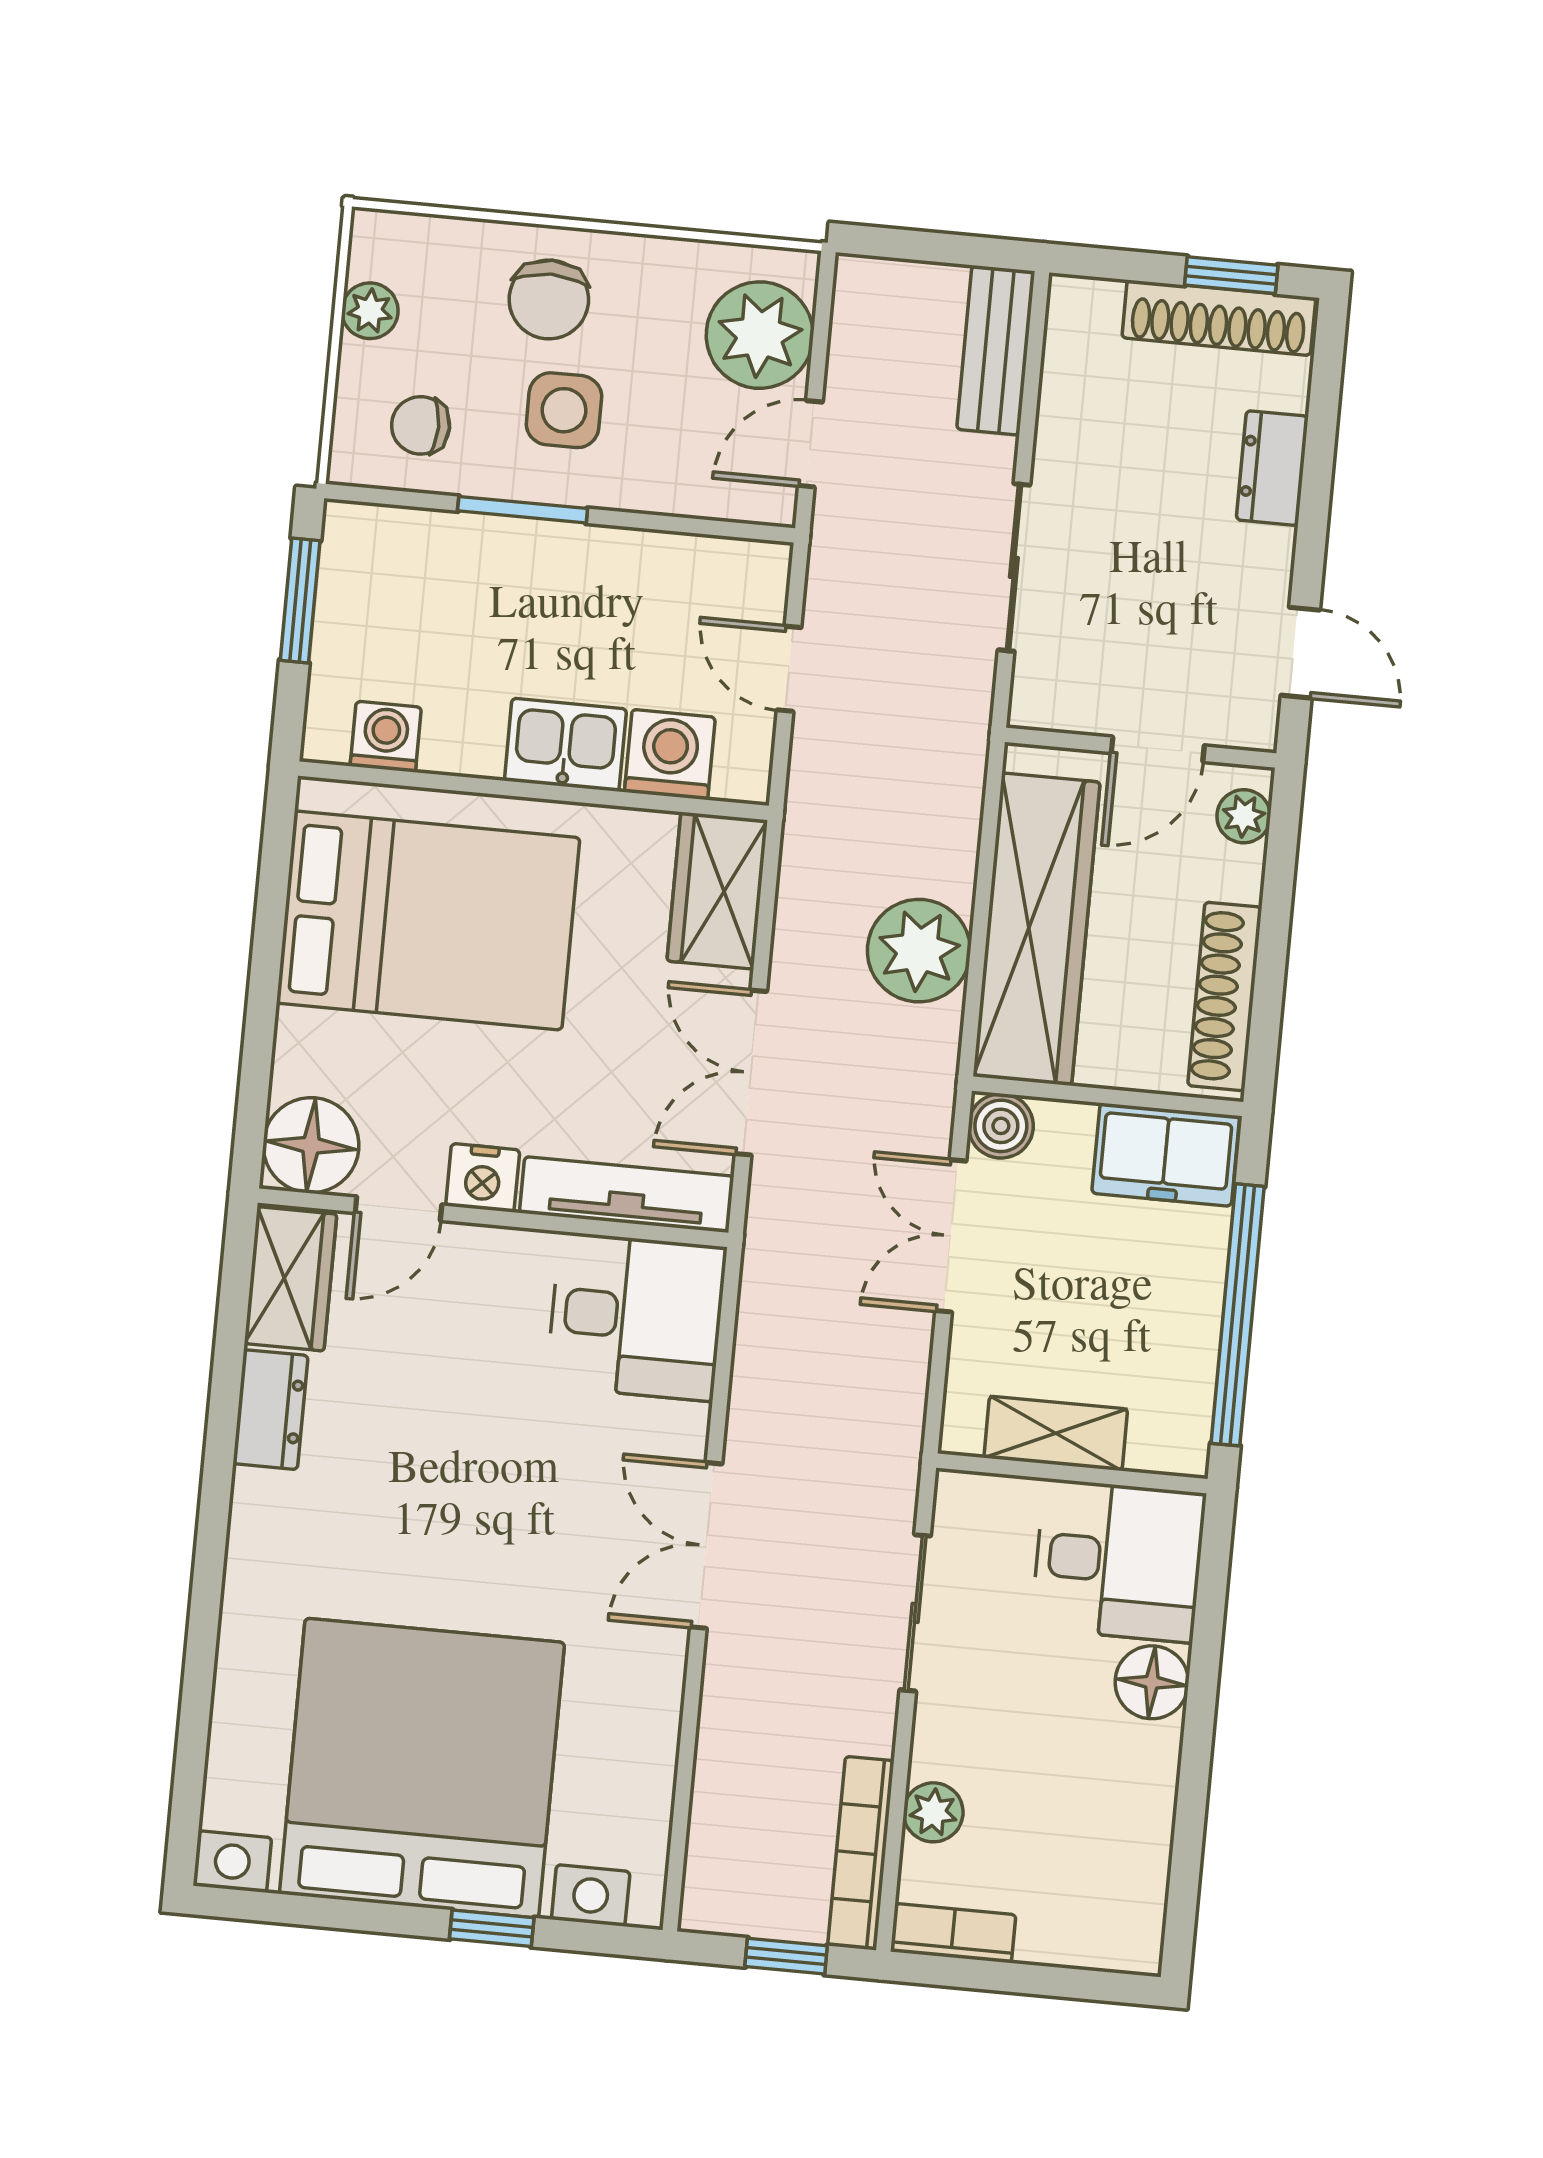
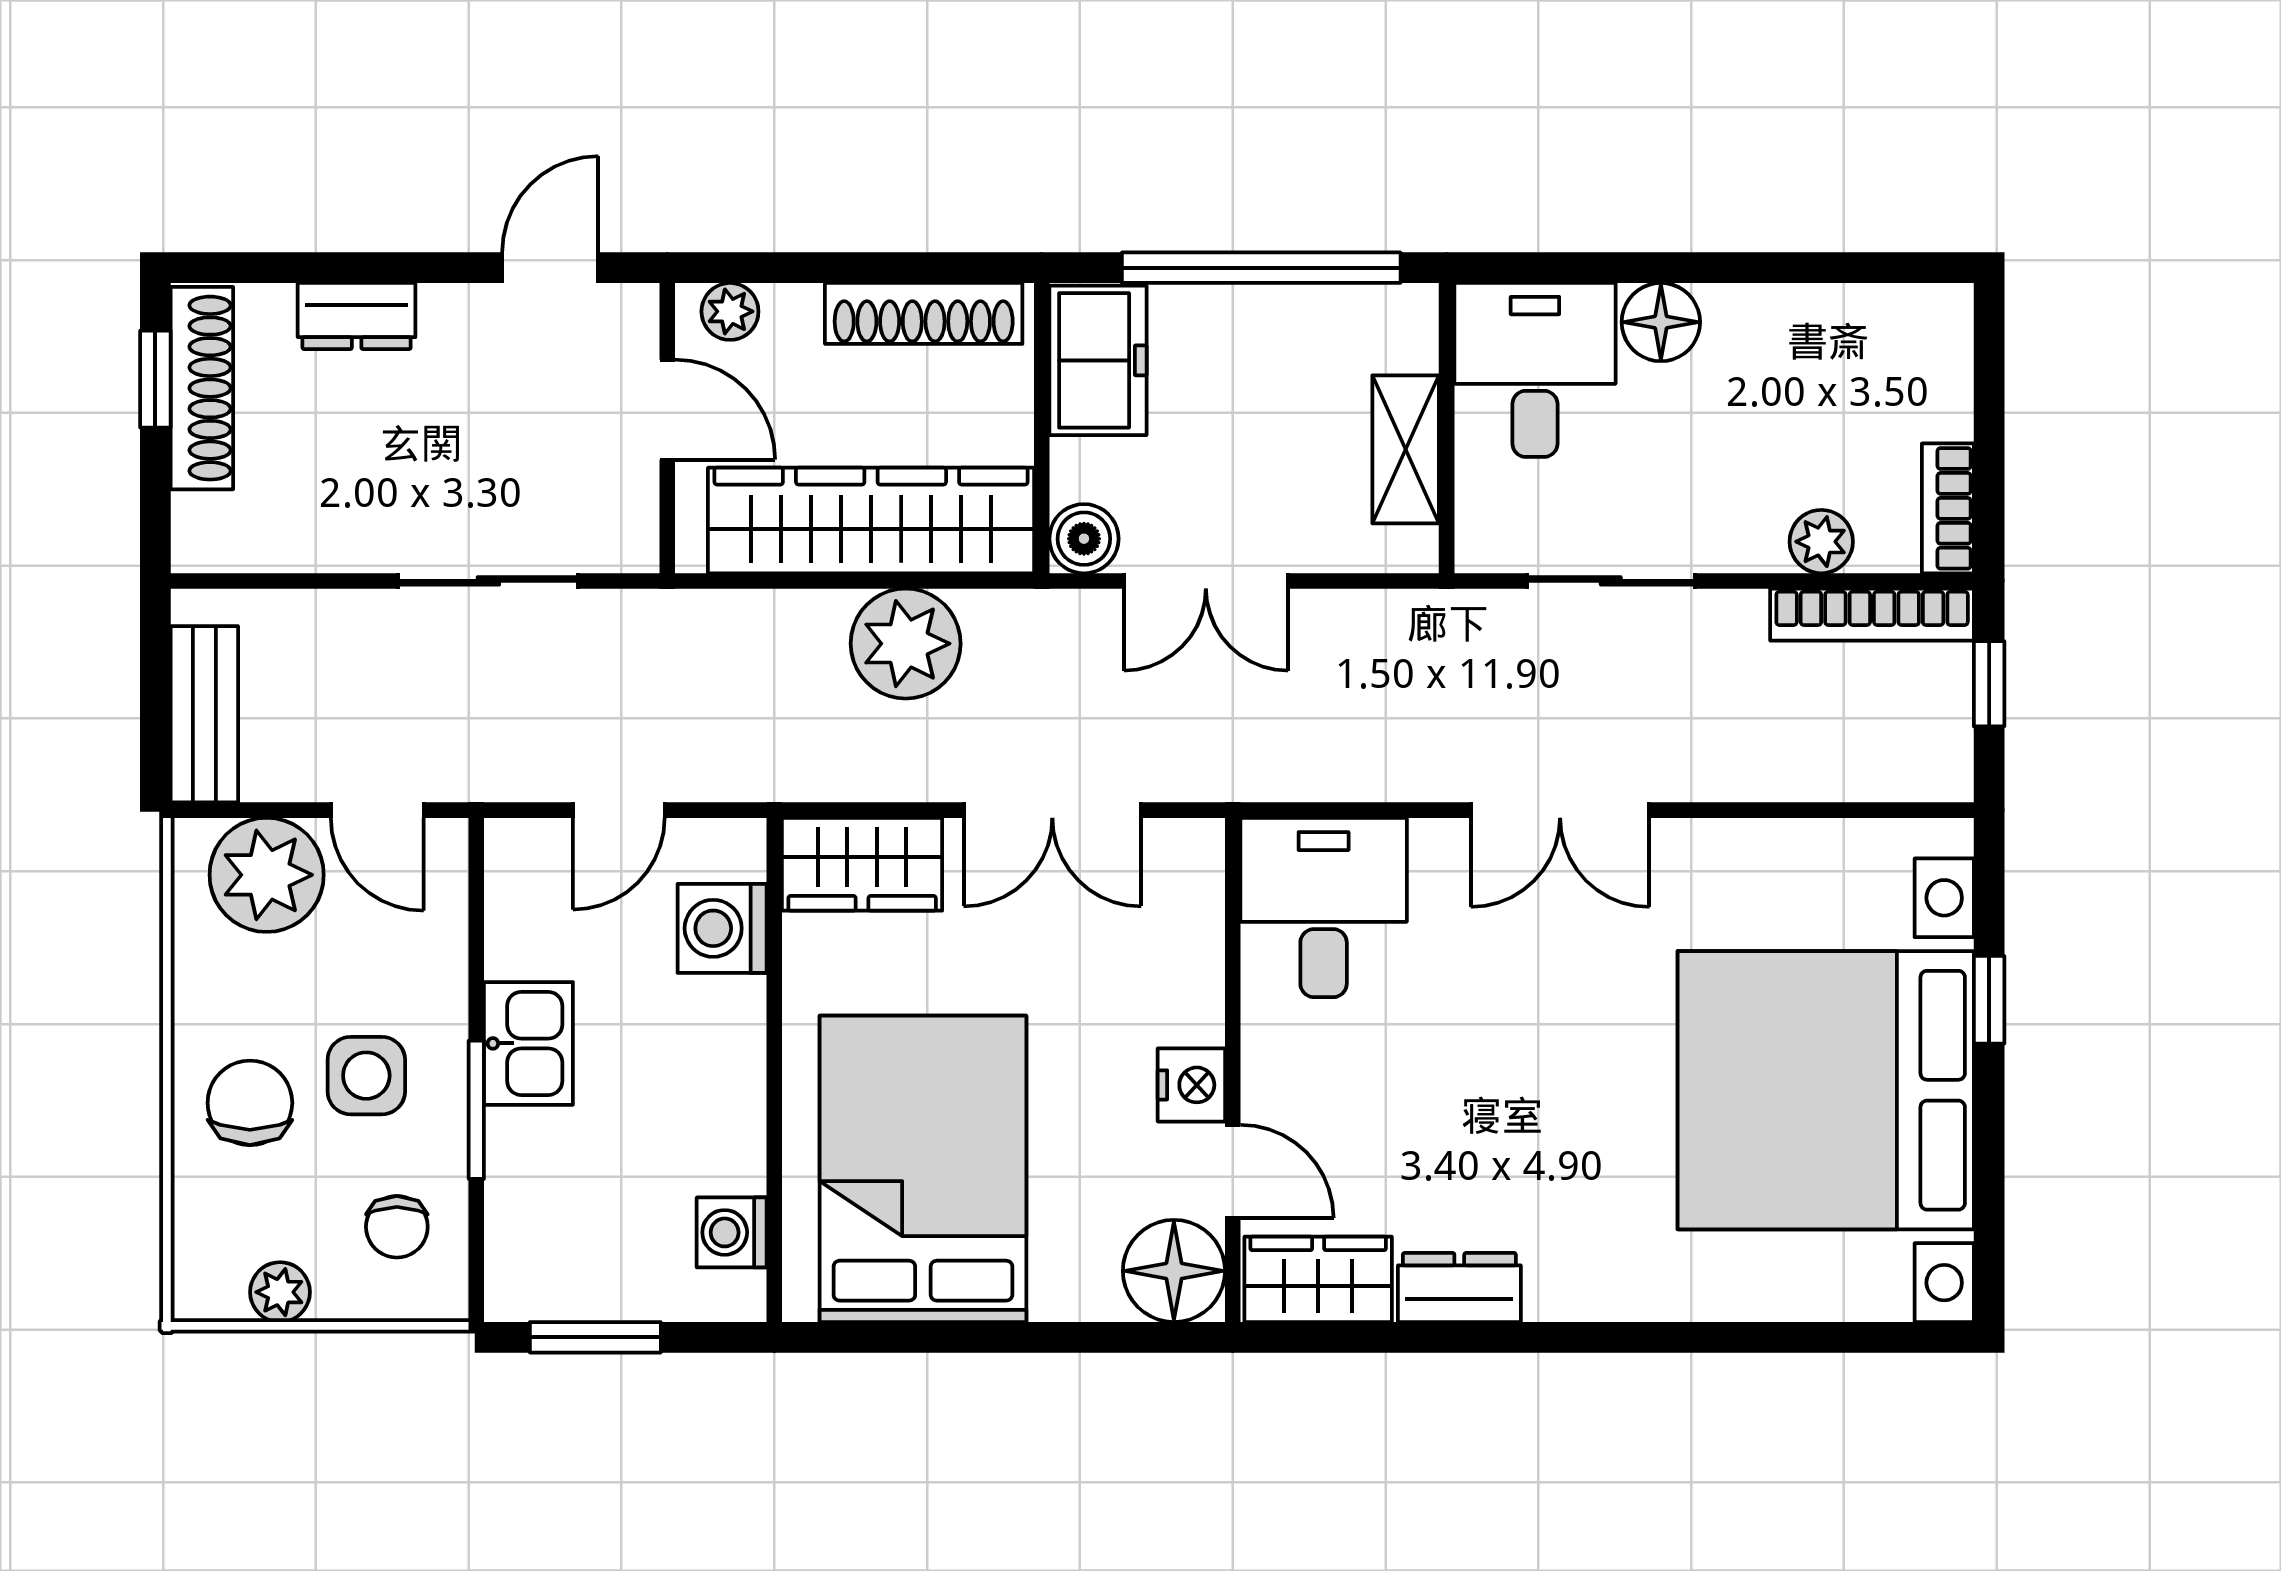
chair: (549, 299) -> (250, 1103), turned -90
bench: (996, 350) -> (204, 714), moved, turned 90
kitchen sink: (565, 745) -> (528, 1043), moved, turned 180
tv unit: (627, 1195) -> (1195, 930), removed

